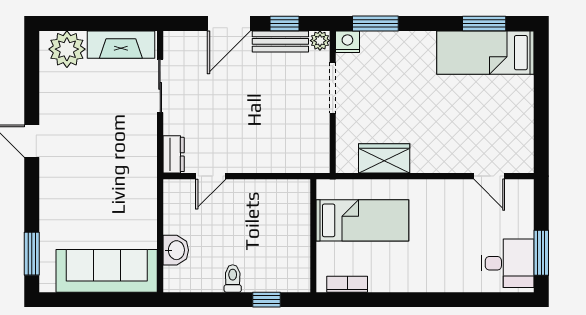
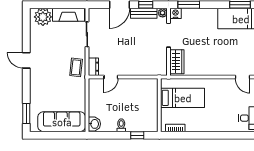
coffee table: (137, 156) -> (76, 67), added
wardrobe: (384, 158) -> (177, 62), moved, turned 90
washbasin: (176, 250) -> (94, 124), moved

